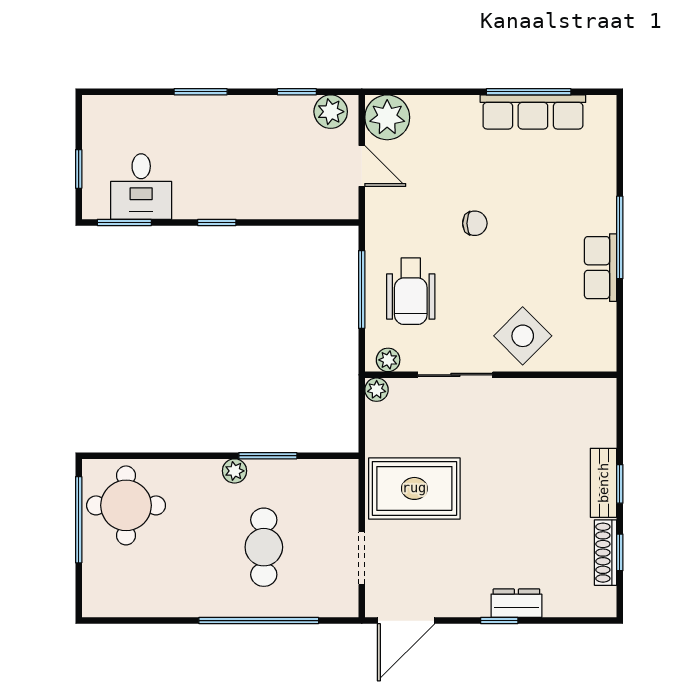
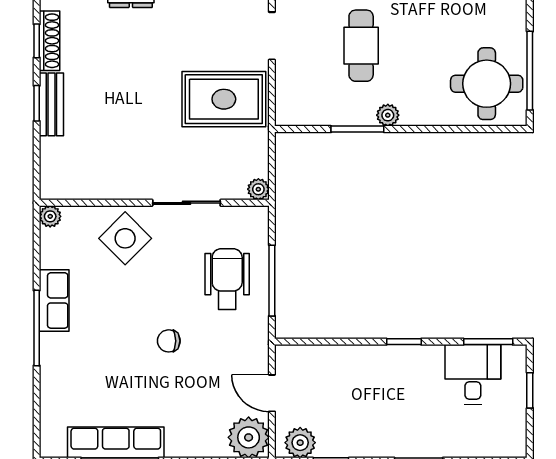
plant: (388, 360) -> (50, 216), moved

